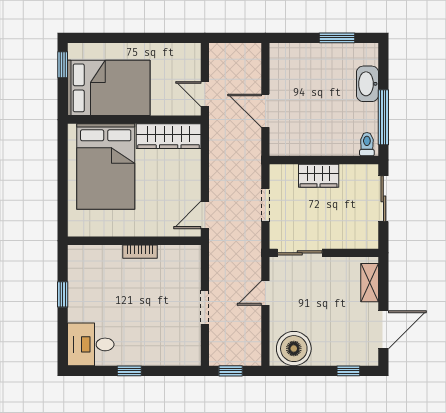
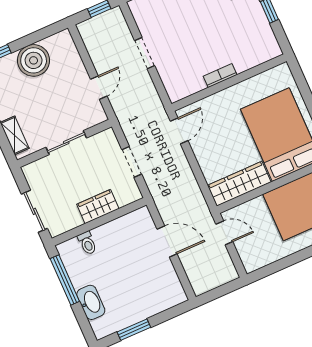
toilet: (367, 144) -> (87, 243), moved
sliding door: (300, 253) -> (66, 143), moved
boiler: (294, 349) -> (34, 60), moved

